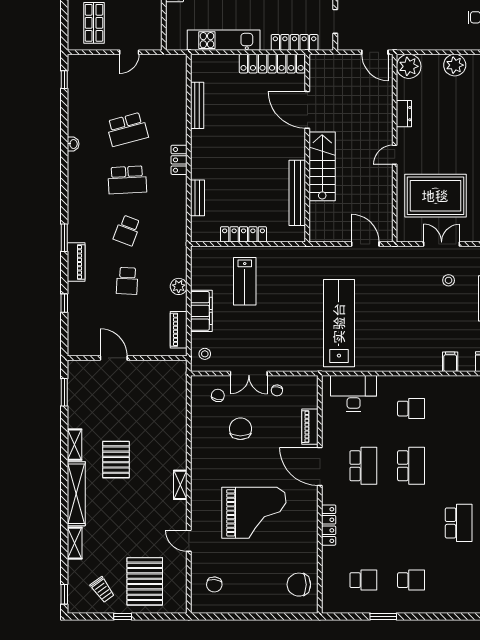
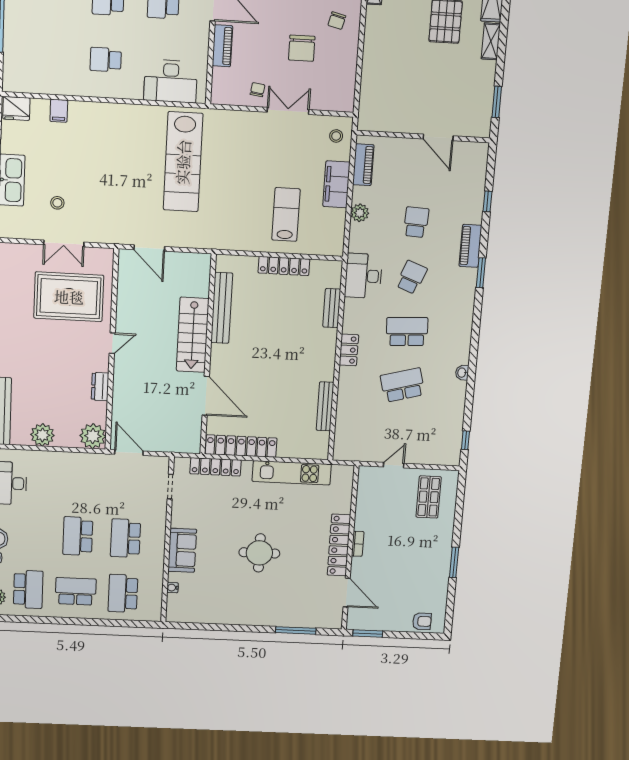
desk: (171, 229) -> (363, 276), added
chair: (218, 395) -> (337, 21), moved

